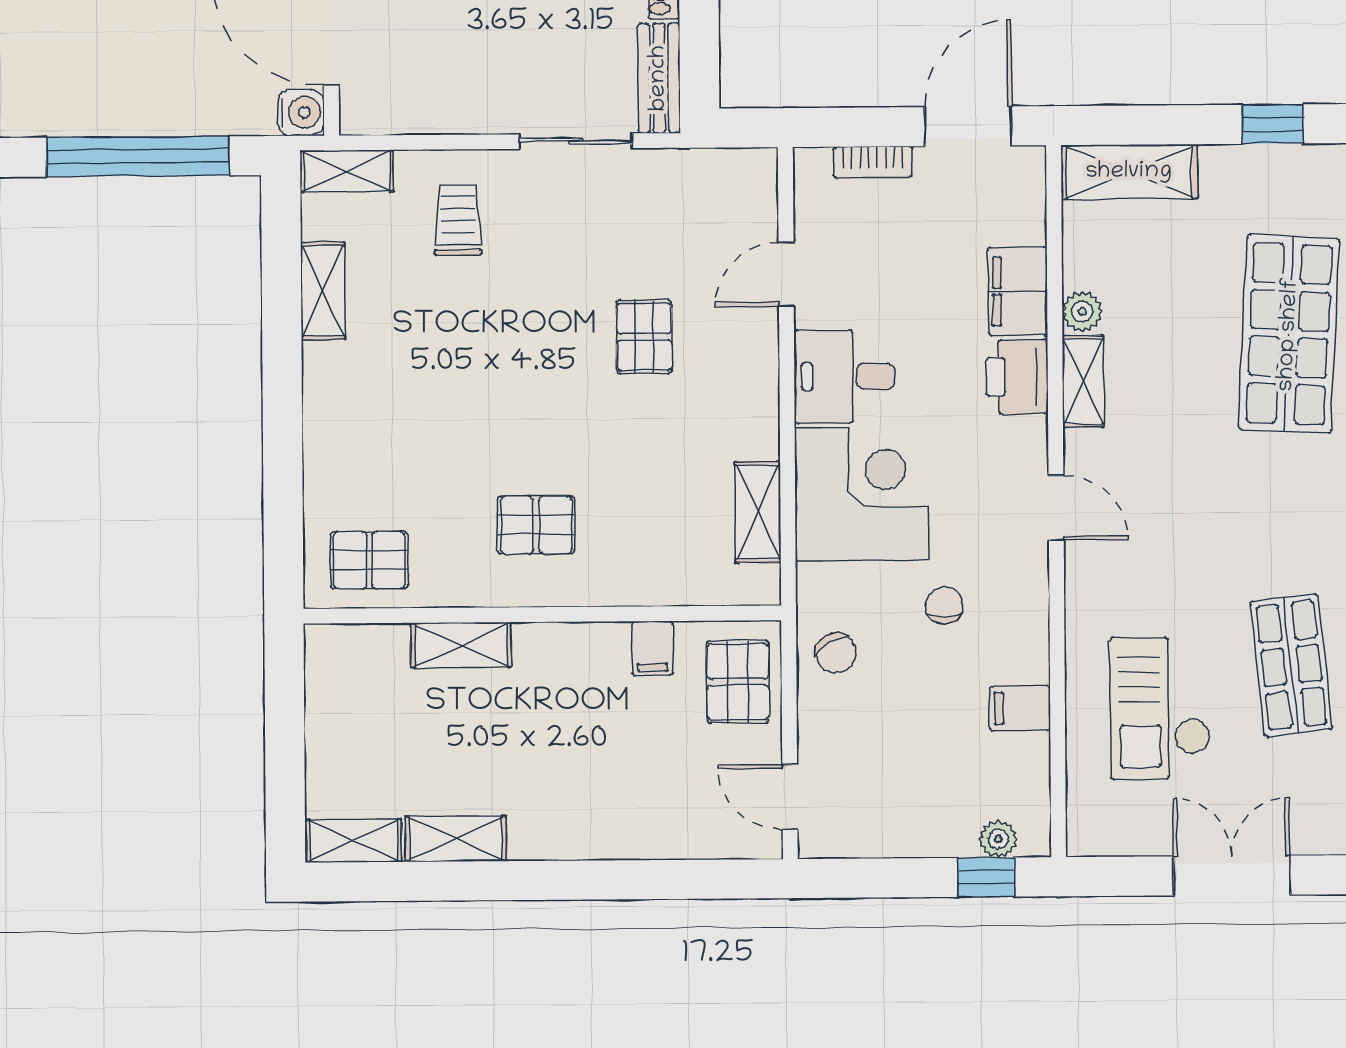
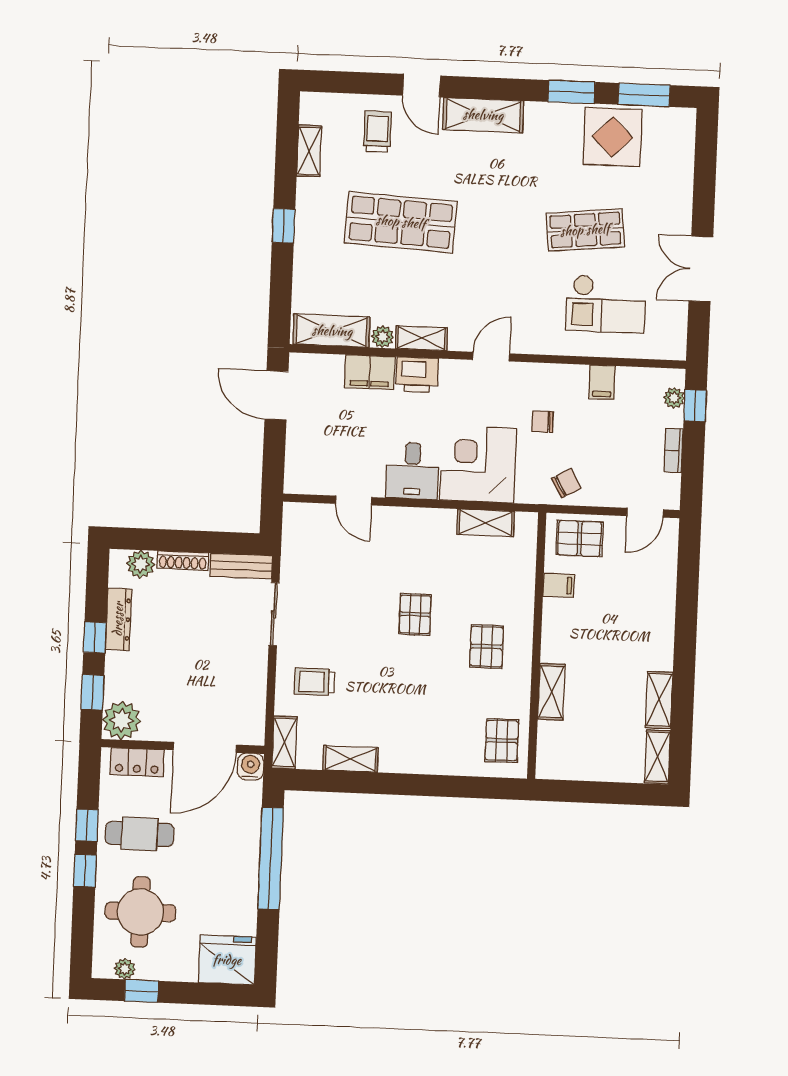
bookcase: (873, 162) -> (674, 450), moved, turned 180
shelving: (1129, 172) -> (332, 331), moved, turned 90
pallet: (644, 337) -> (415, 614), moved, turned 90

